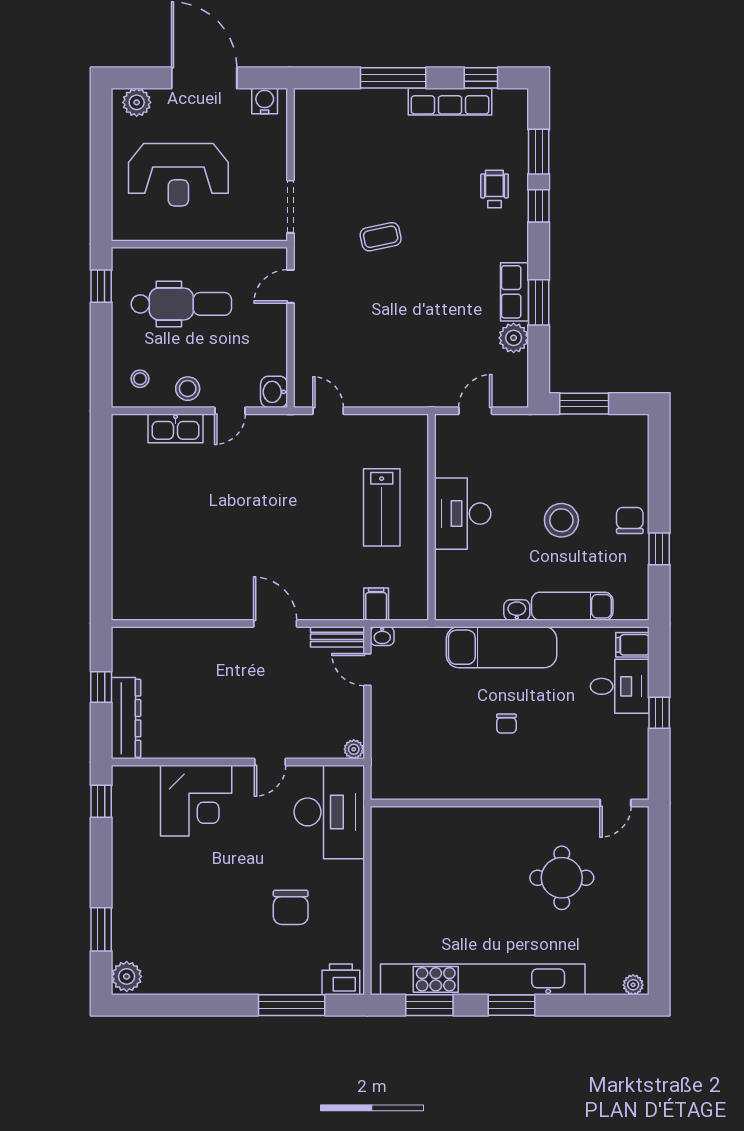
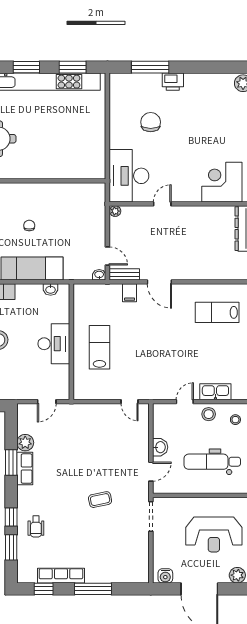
reception desk: (178, 175) -> (214, 534), turned 180
washbasin: (274, 392) -> (160, 447), moved
lab bench: (172, 569) -> (217, 312), added
filing cabinet: (376, 604) -> (130, 293), moved
washbasin: (517, 610) -> (51, 289), moved
corner desk: (196, 801) -> (222, 182), moved
printer: (341, 979) -> (173, 82), moved

